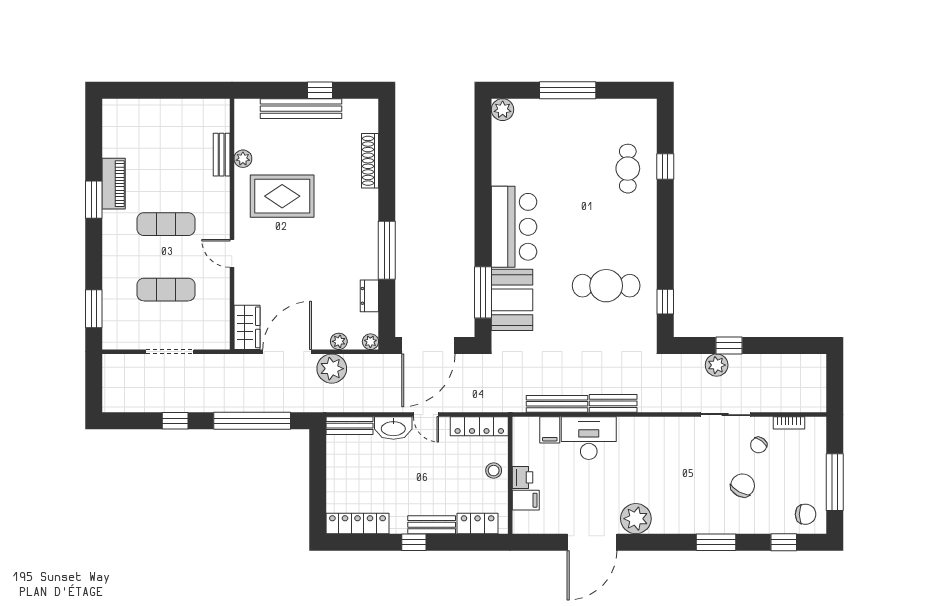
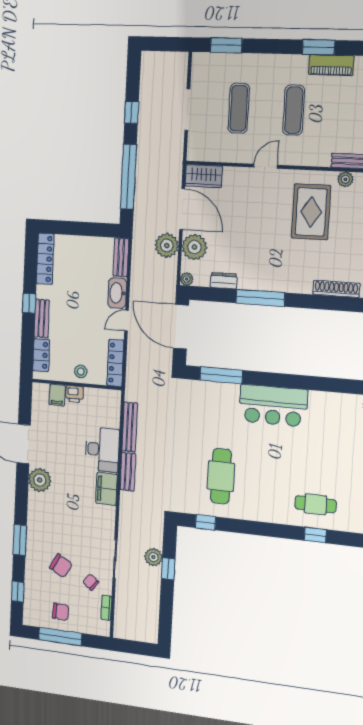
booth: (512, 300) -> (214, 398), removed
plant: (339, 341) -> (194, 247), width x1.88, depth x1.88
filing cabinet: (550, 430) -> (107, 489), moved, width x2.00
chair: (806, 514) -> (61, 612), moved, turned -87

